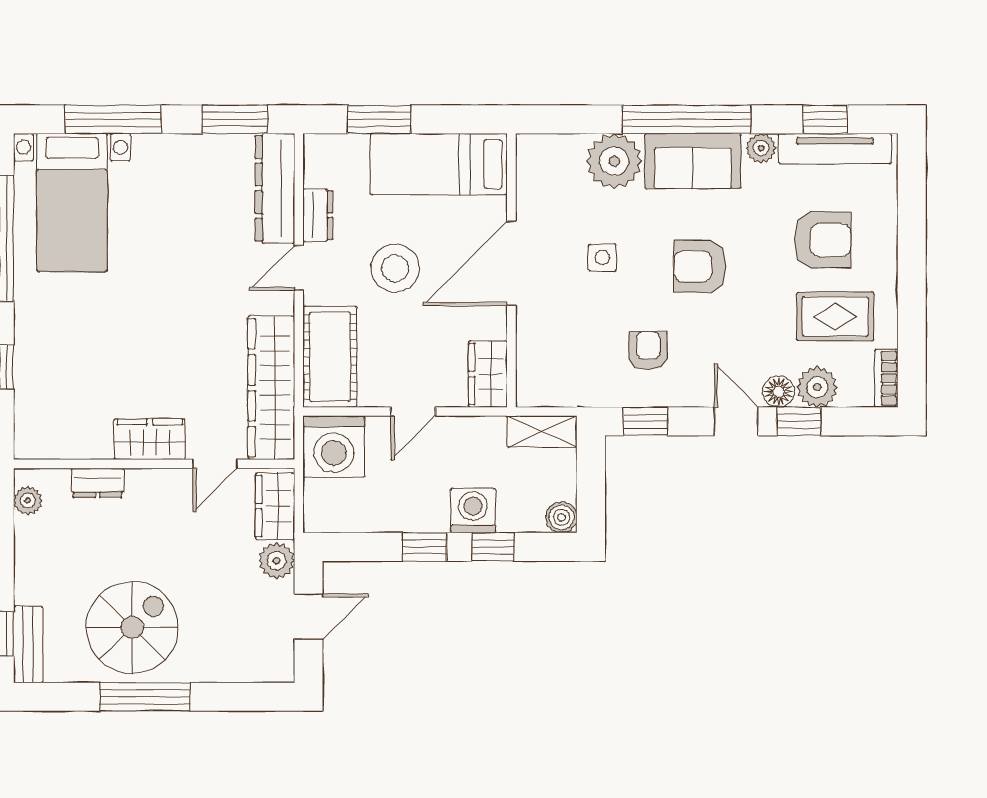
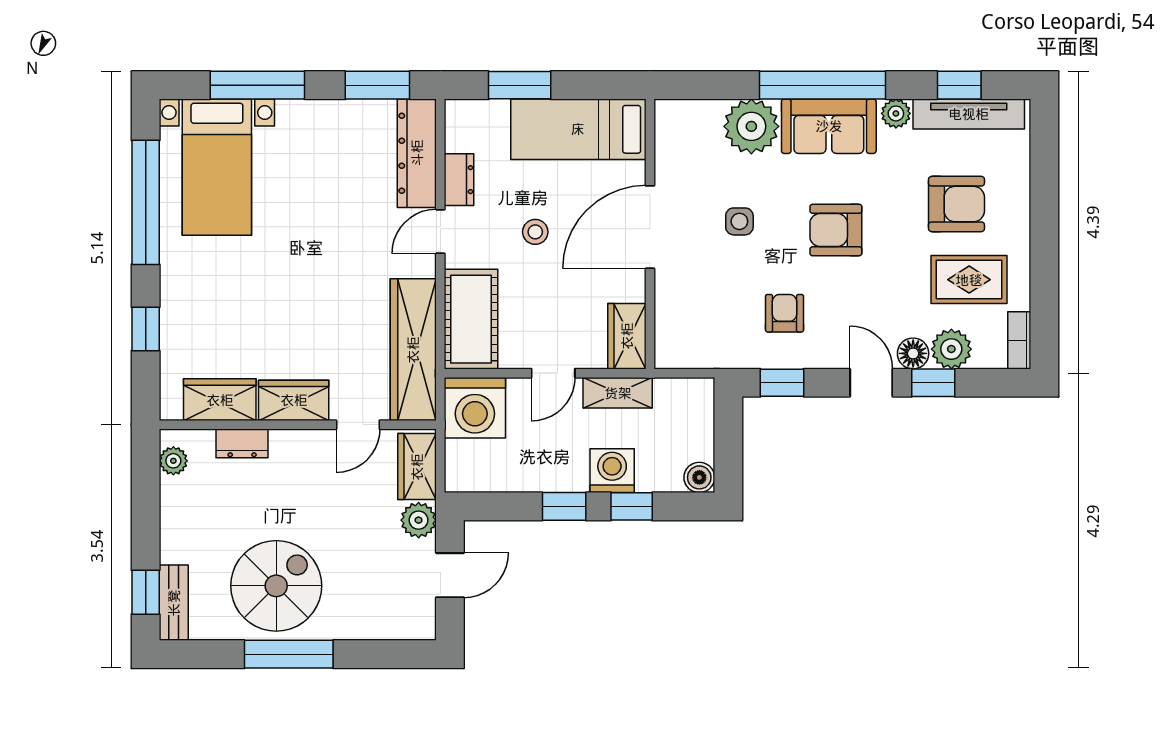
stool: (395, 268) -> (535, 232), width x0.53, depth x0.53
shelving: (542, 431) -> (618, 393), moved
wardrobe: (75, 438) -> (220, 400), added

